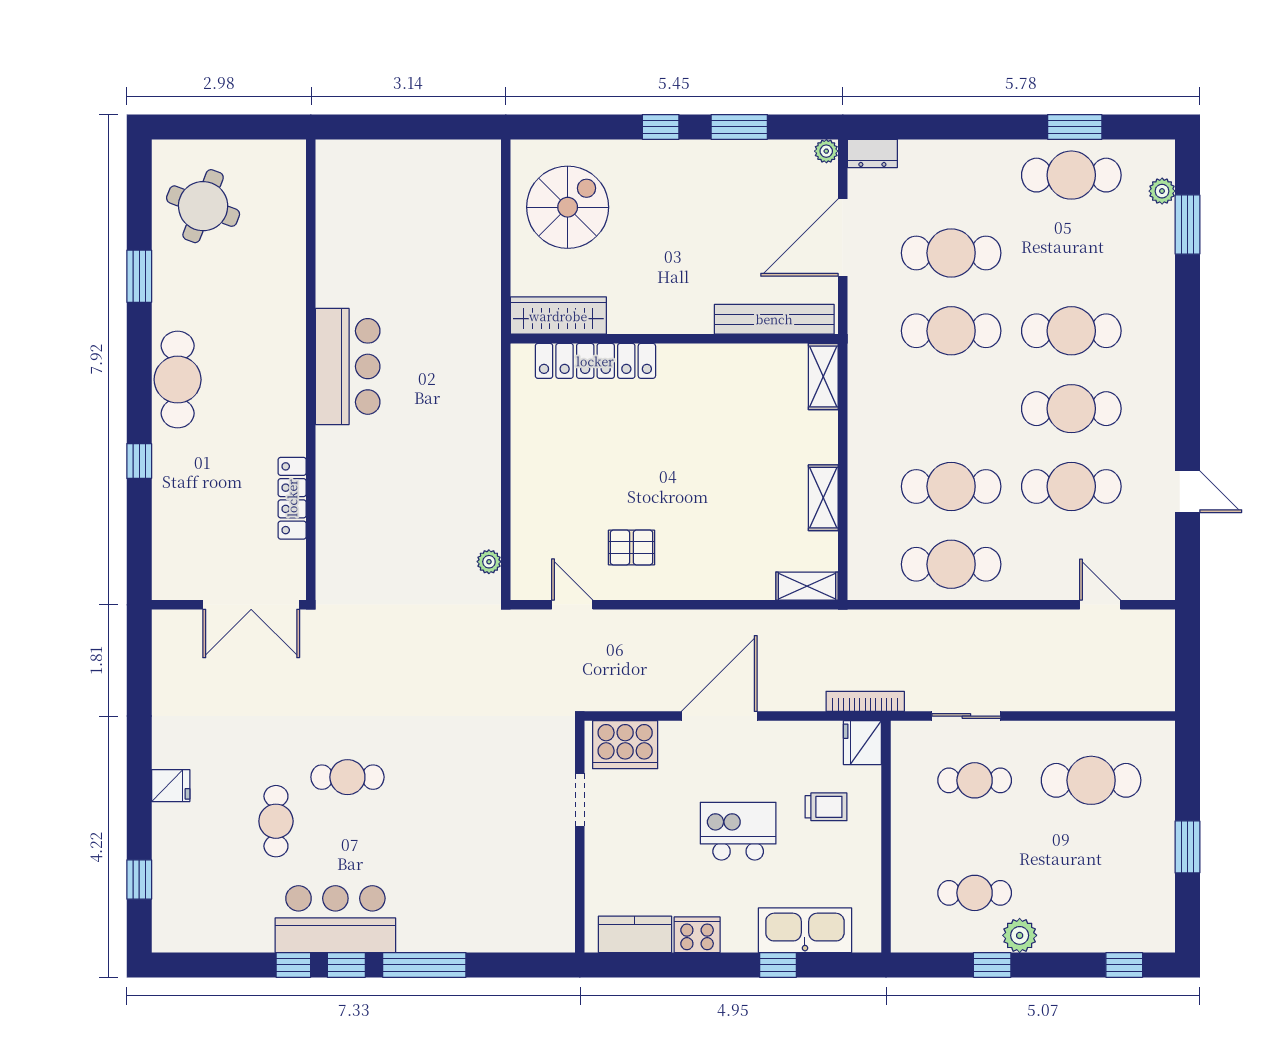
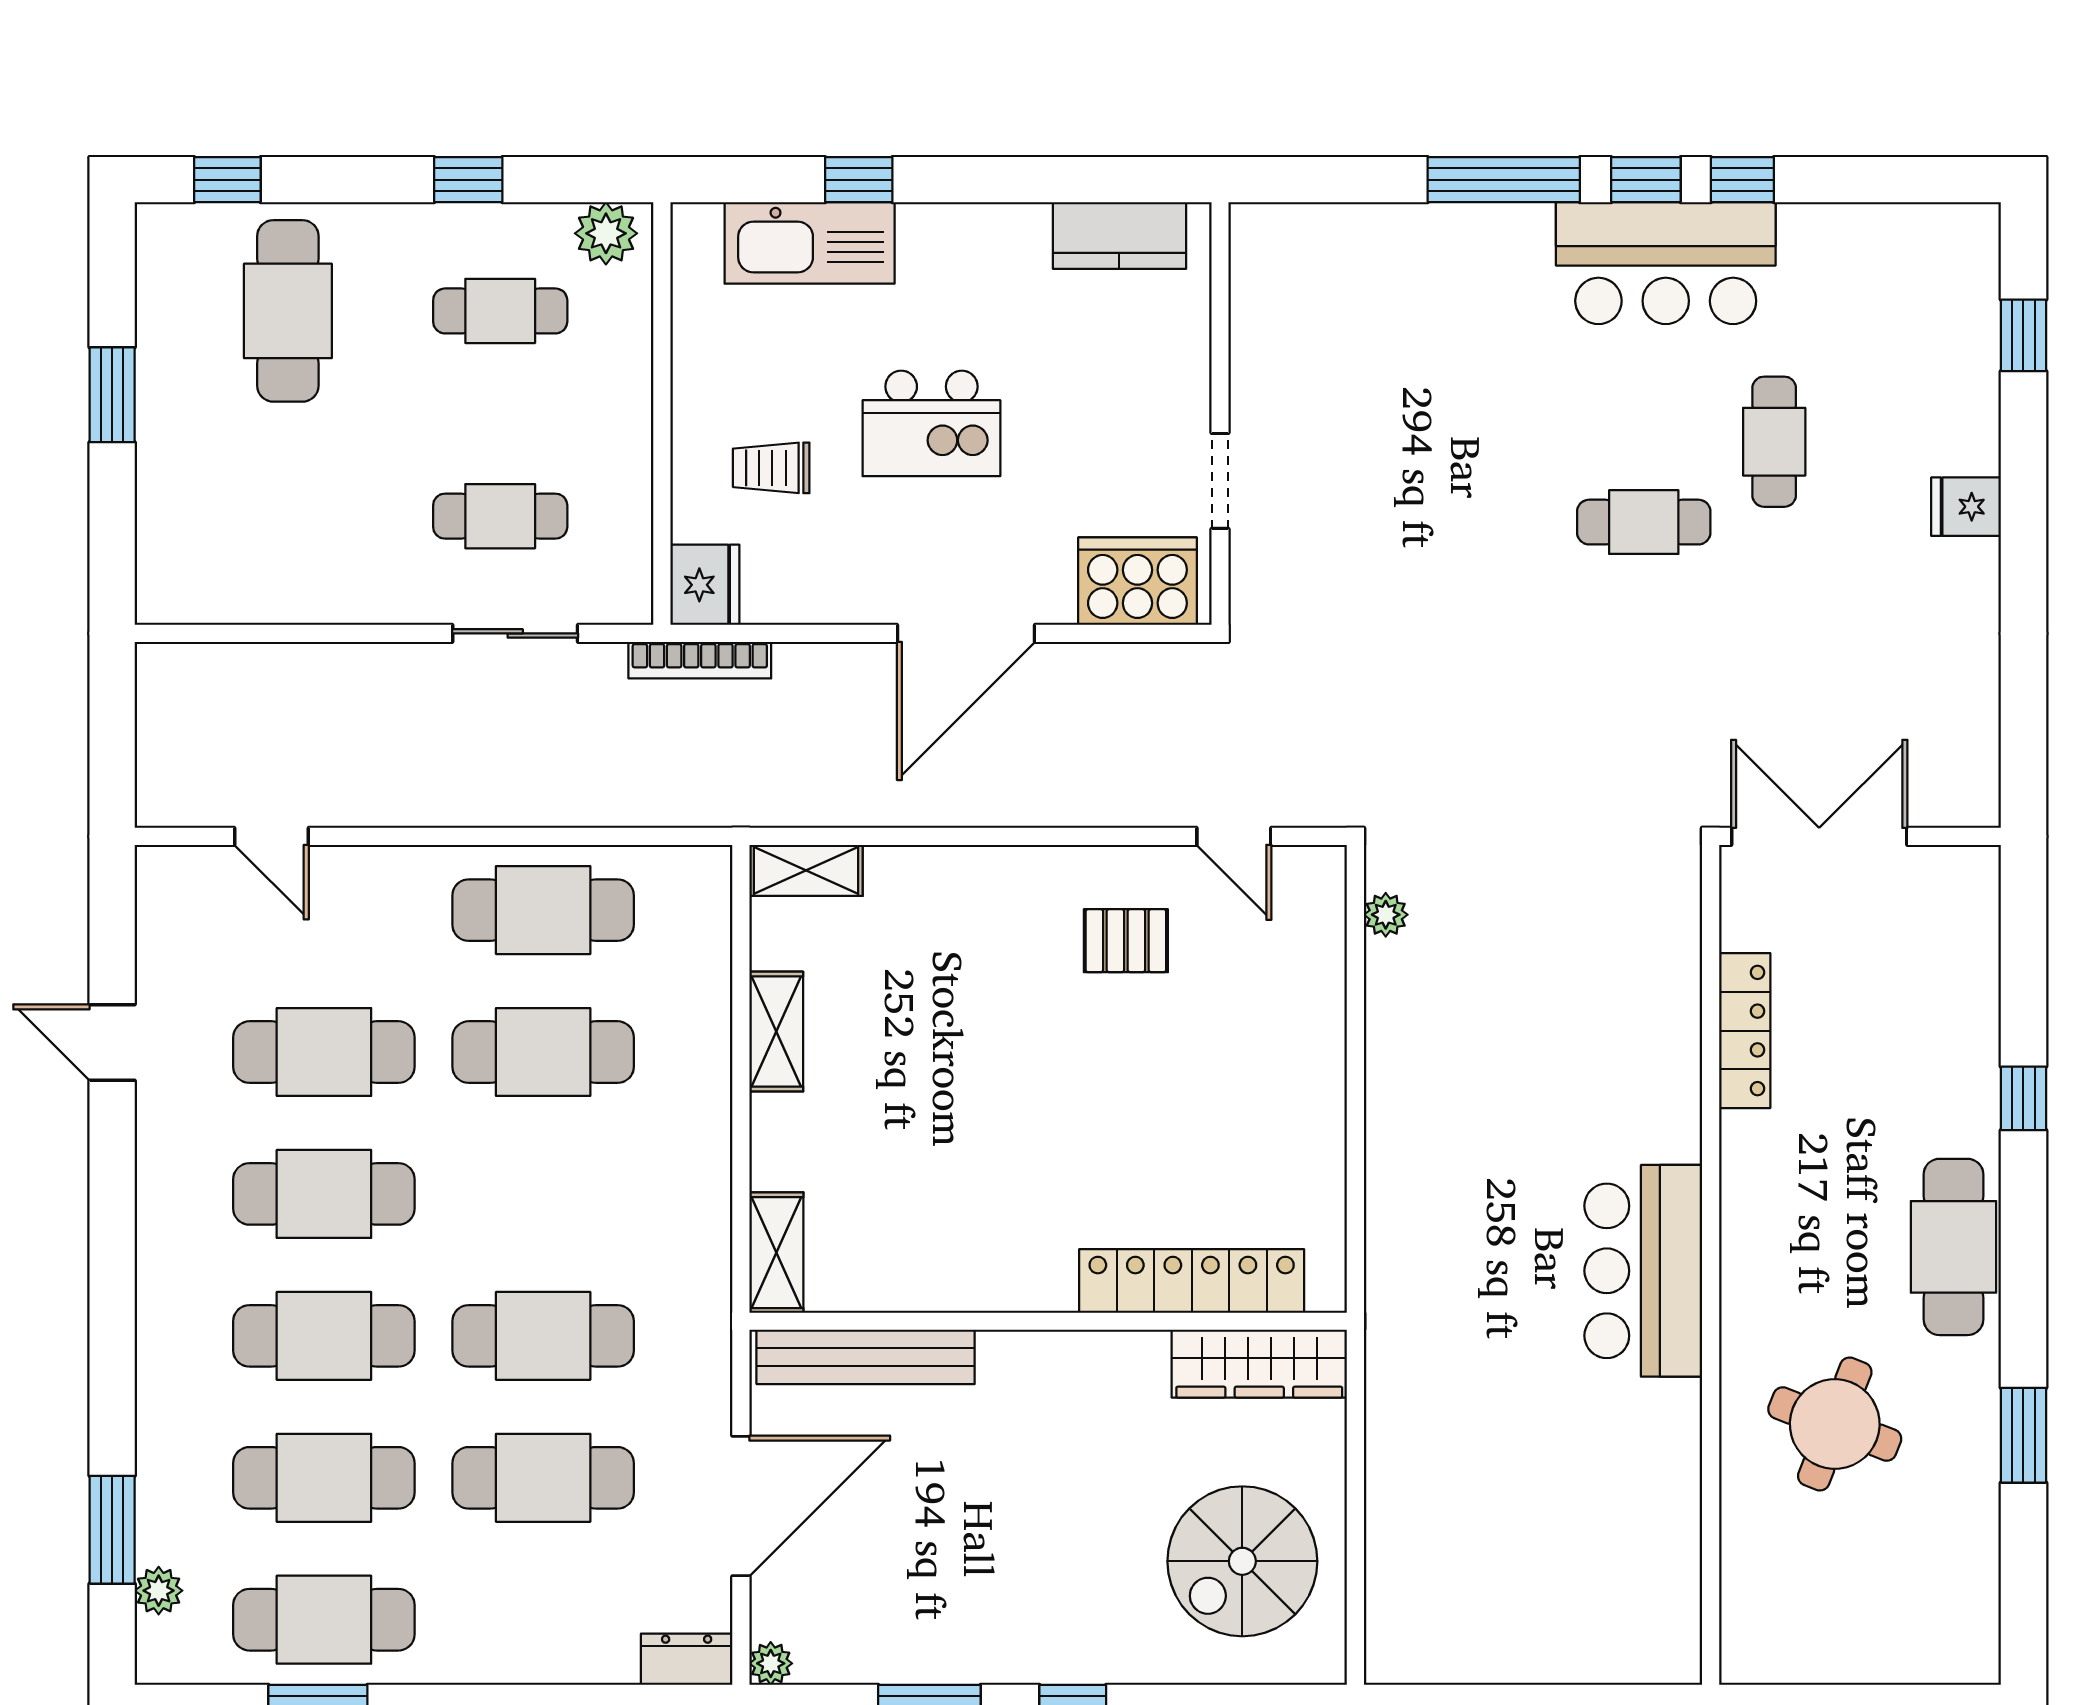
round table: (203, 206) -> (1835, 1424), moved
cafe table: (1071, 253) -> (324, 1478), added
cafe table: (1091, 780) -> (288, 311), moved, turned 90
cooker: (697, 935) -> (1006, 235), removed
plant: (1020, 935) -> (606, 233), moved

